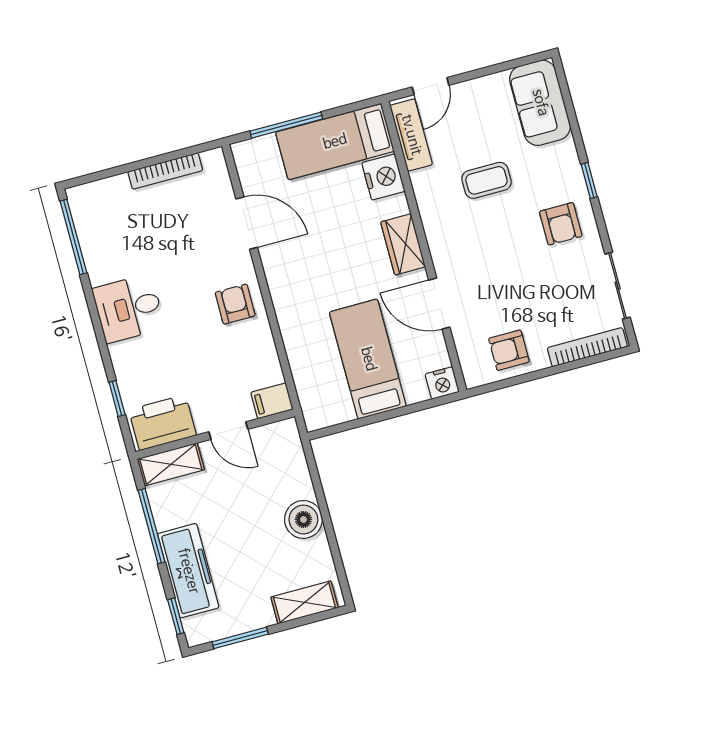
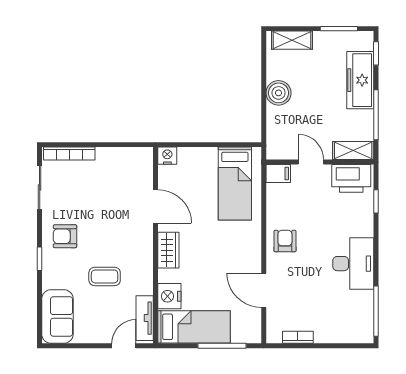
bookcase: (165, 171) -> (298, 337), width x0.64
armchair: (561, 224) -> (65, 236), turned -90
armchair: (235, 304) -> (285, 241), turned 180
desk: (129, 308) -> (353, 264), width x1.37
armchair: (509, 350) -> (119, 165), removed
bed: (368, 359) -> (235, 184), moved

